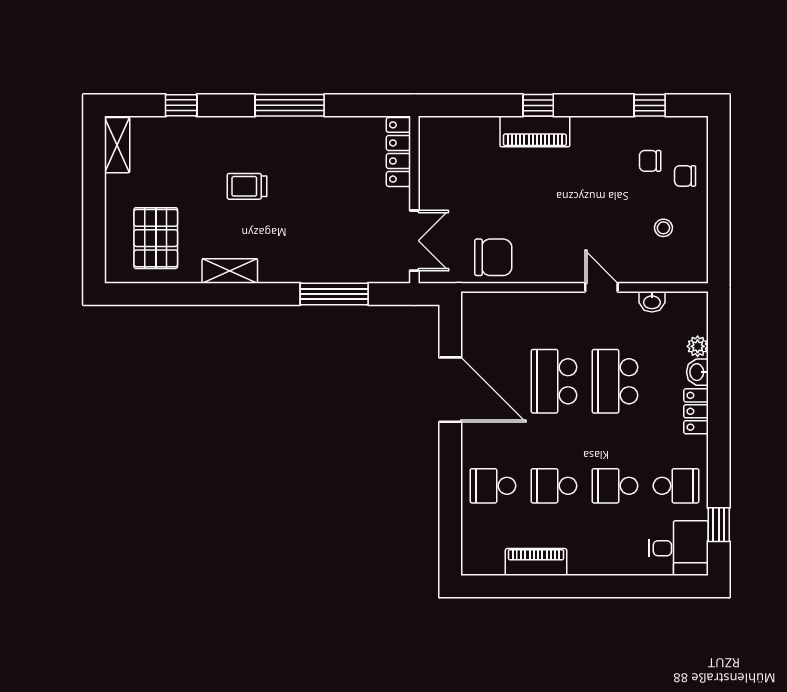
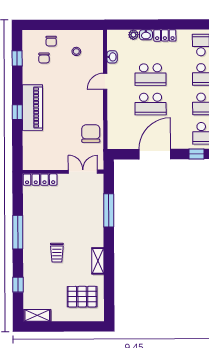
piano: (535, 131) -> (32, 108), width x1.37, depth x1.33
window: (450, 476) -> (197, 154), added

